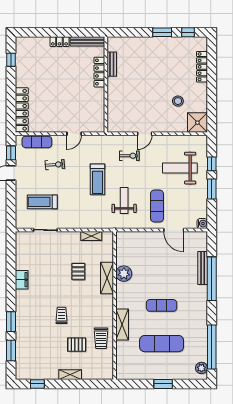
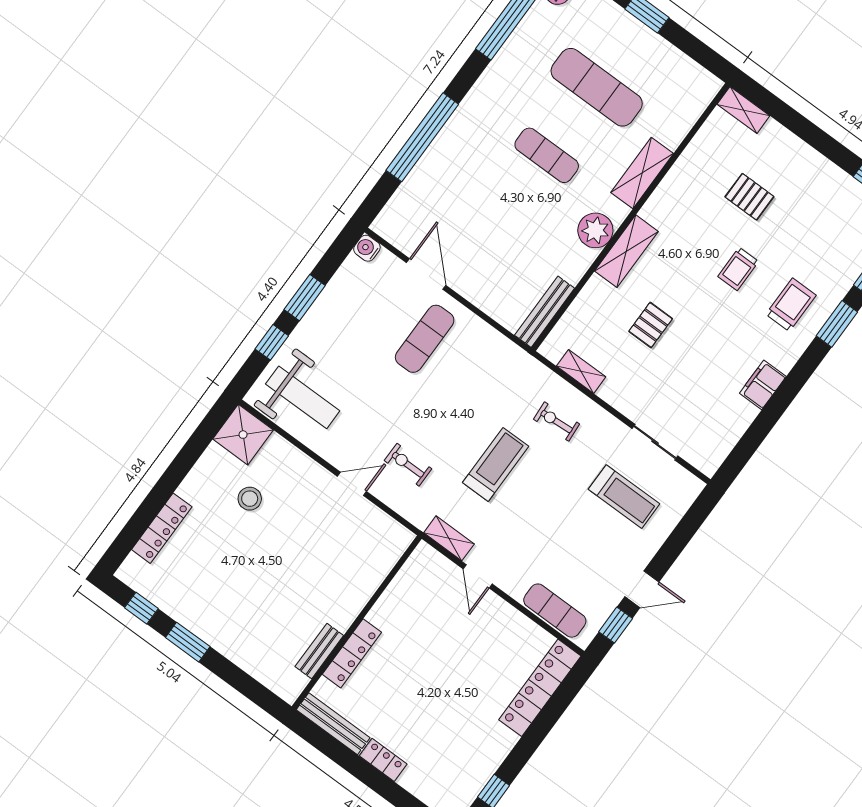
door: (74, 134) -> (478, 576), swing flipped
shelving: (95, 140) -> (449, 538), added
exercise bike: (55, 165) -> (557, 422), moved
weight bench: (180, 168) -> (303, 397), moved
weight bench: (124, 200) -> (476, 392), removed
bench: (203, 268) -> (545, 312), moved
plant: (124, 274) -> (595, 230), moved
shelving: (107, 278) -> (626, 251), moved
trolley: (101, 338) -> (791, 305), moved
shelving: (70, 375) -> (743, 110), moved

